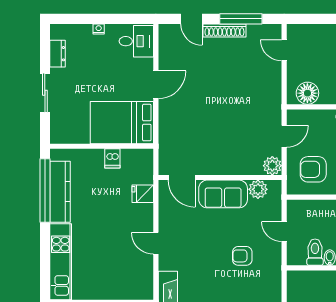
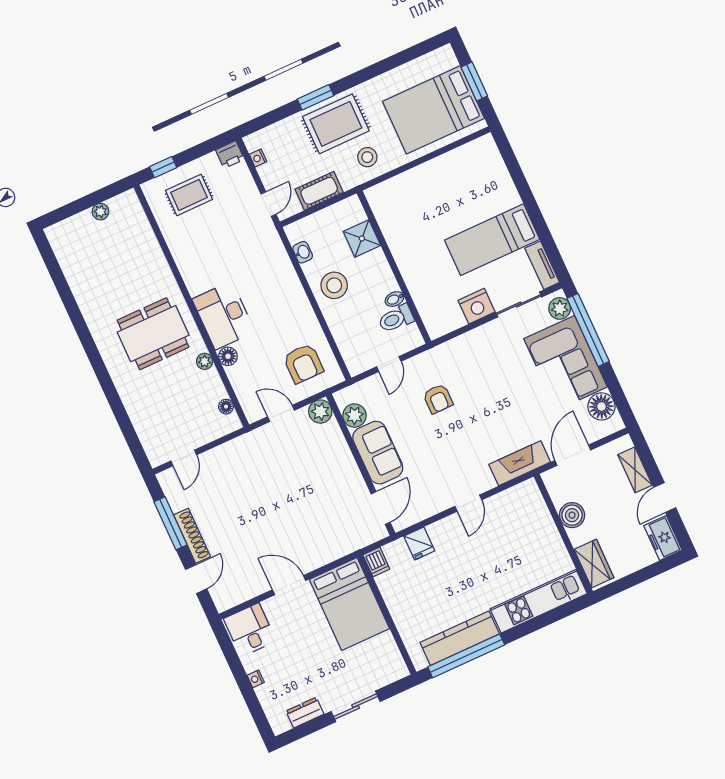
floor lamp: (307, 93) -> (226, 407), width x0.53, depth x0.53
dishwasher: (112, 158) -> (376, 562), moved, turned 90

